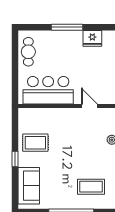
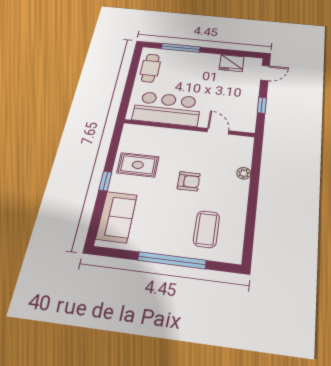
window: (67, 27) -> (181, 48), moved
armchair: (74, 151) -> (189, 181), added
coffee table: (91, 187) -> (206, 229), turned 90

